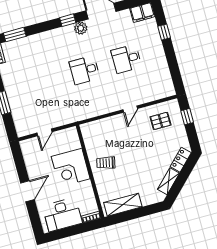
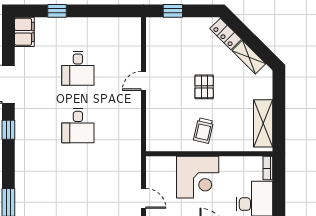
plant: (81, 28) -> (23, 116), removed
door: (130, 109) -> (144, 81), swing flipped
pallet: (160, 121) -> (204, 87), moved

